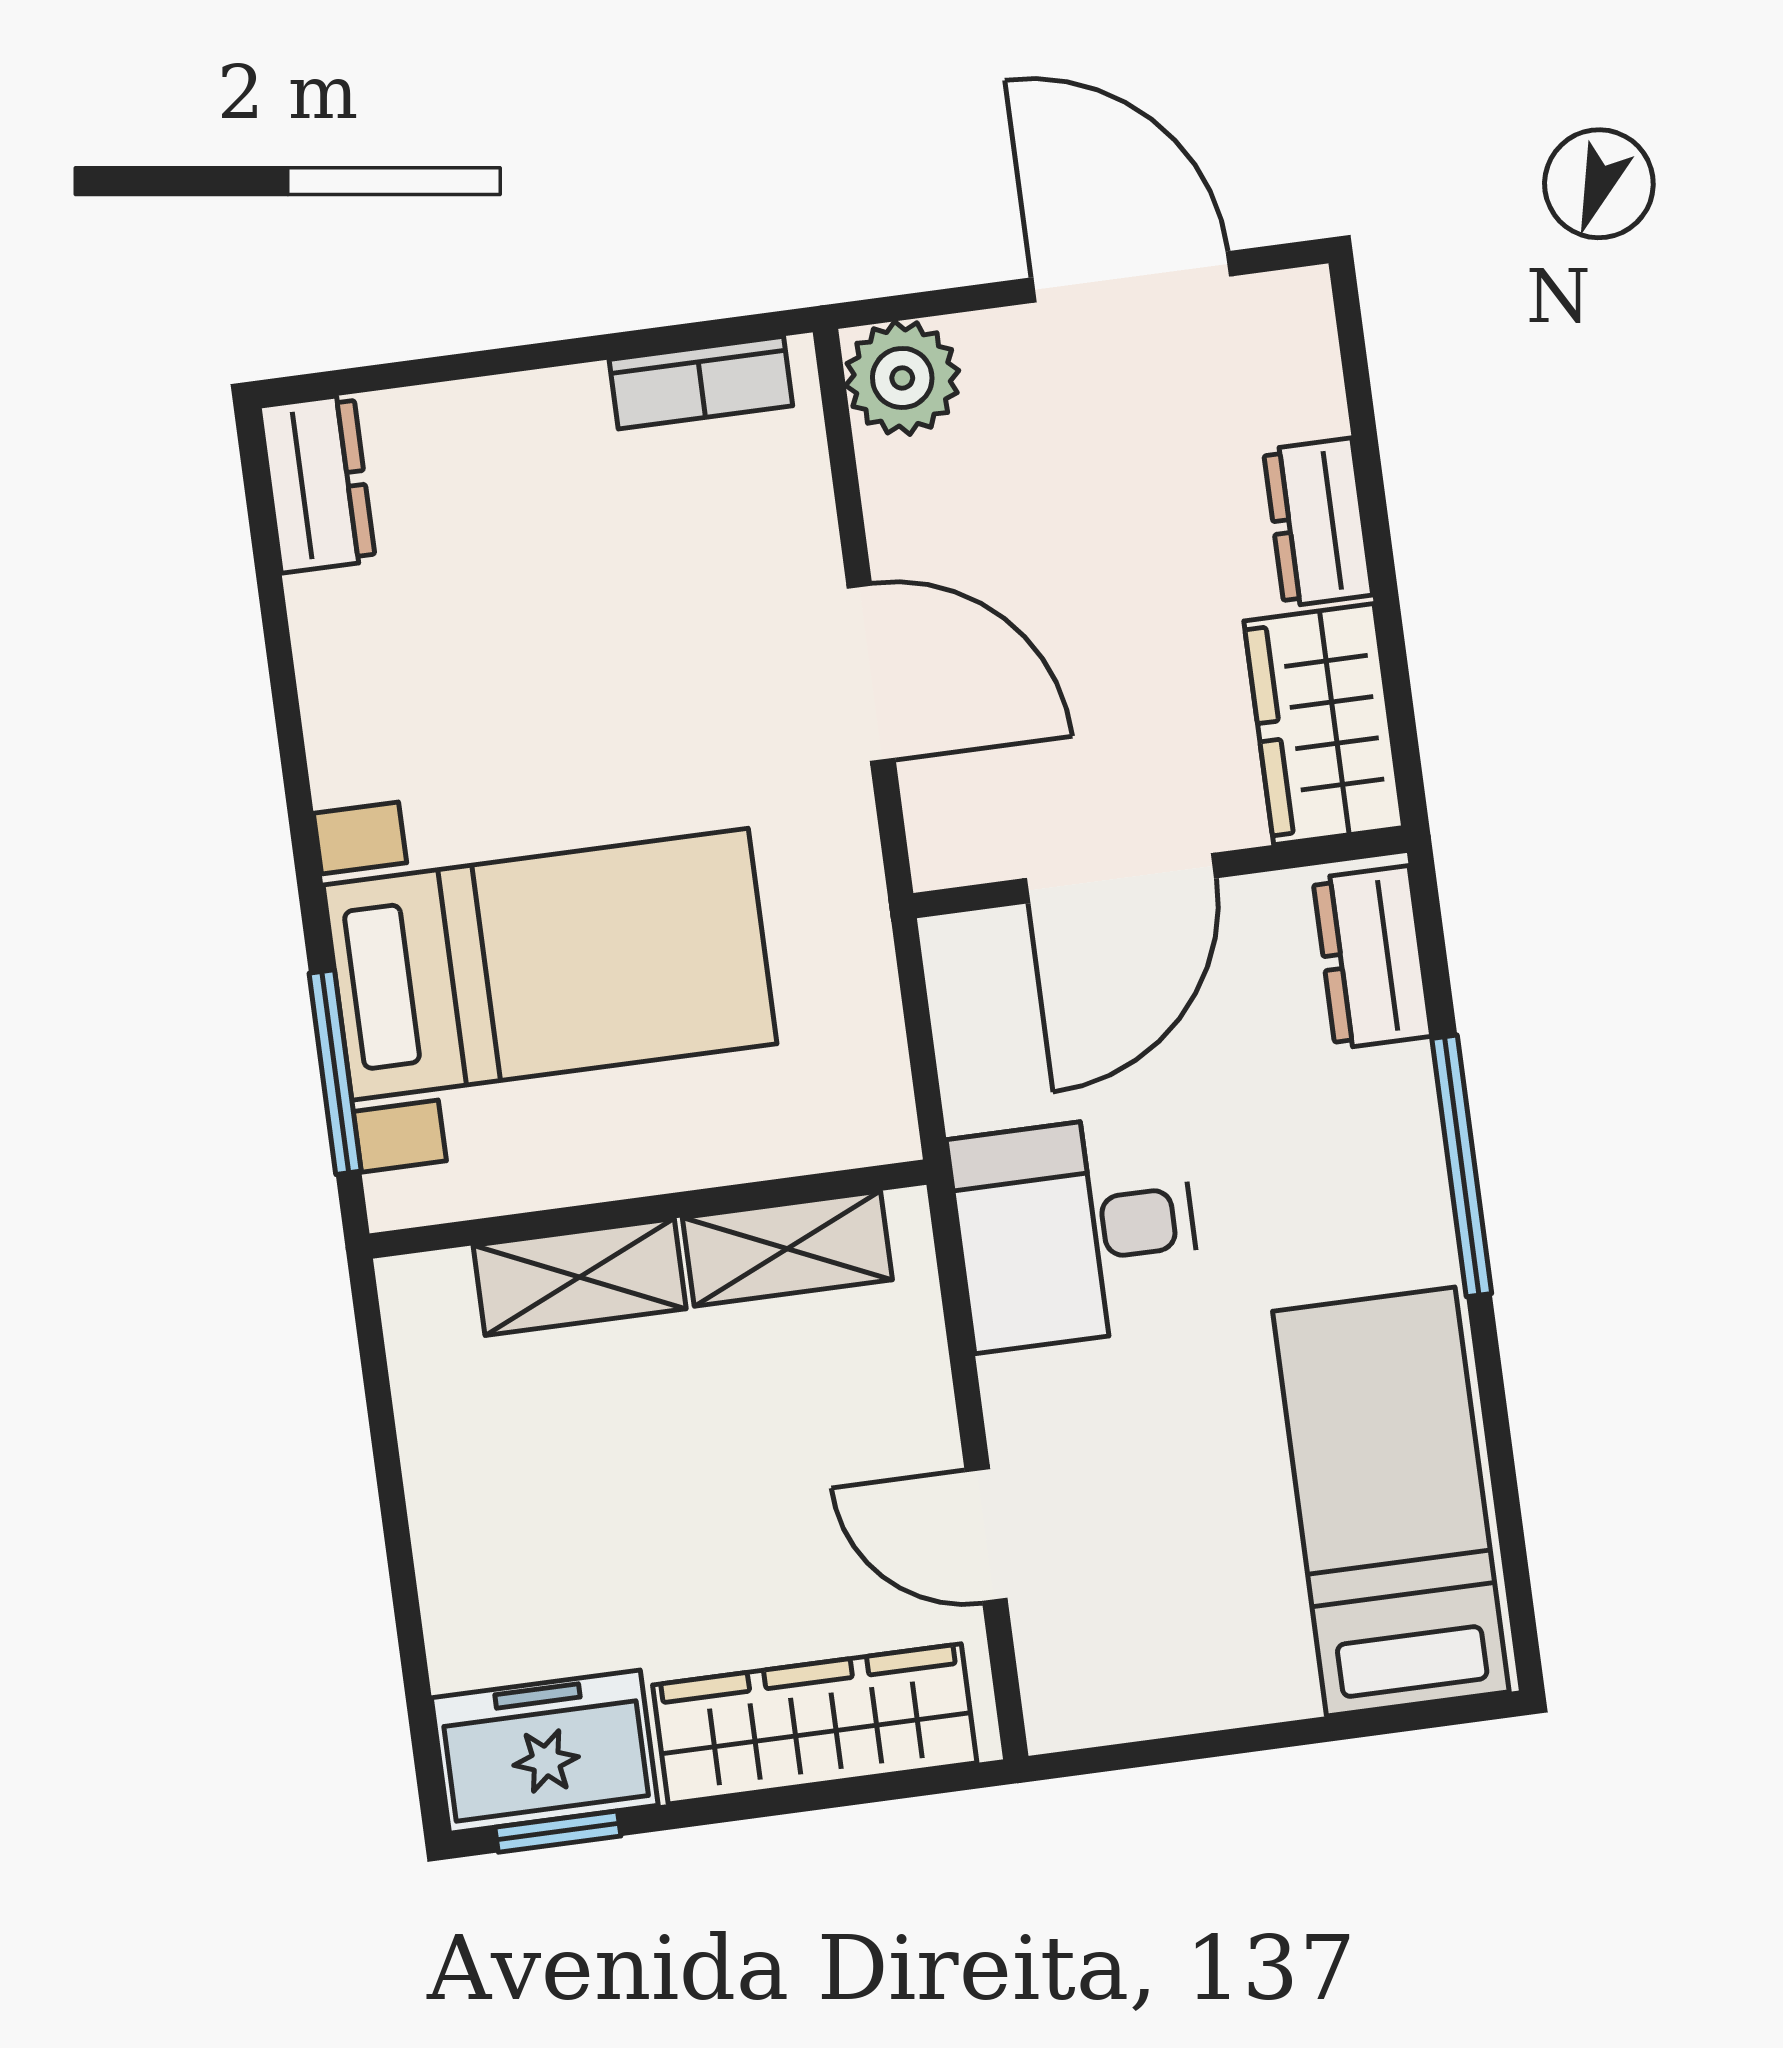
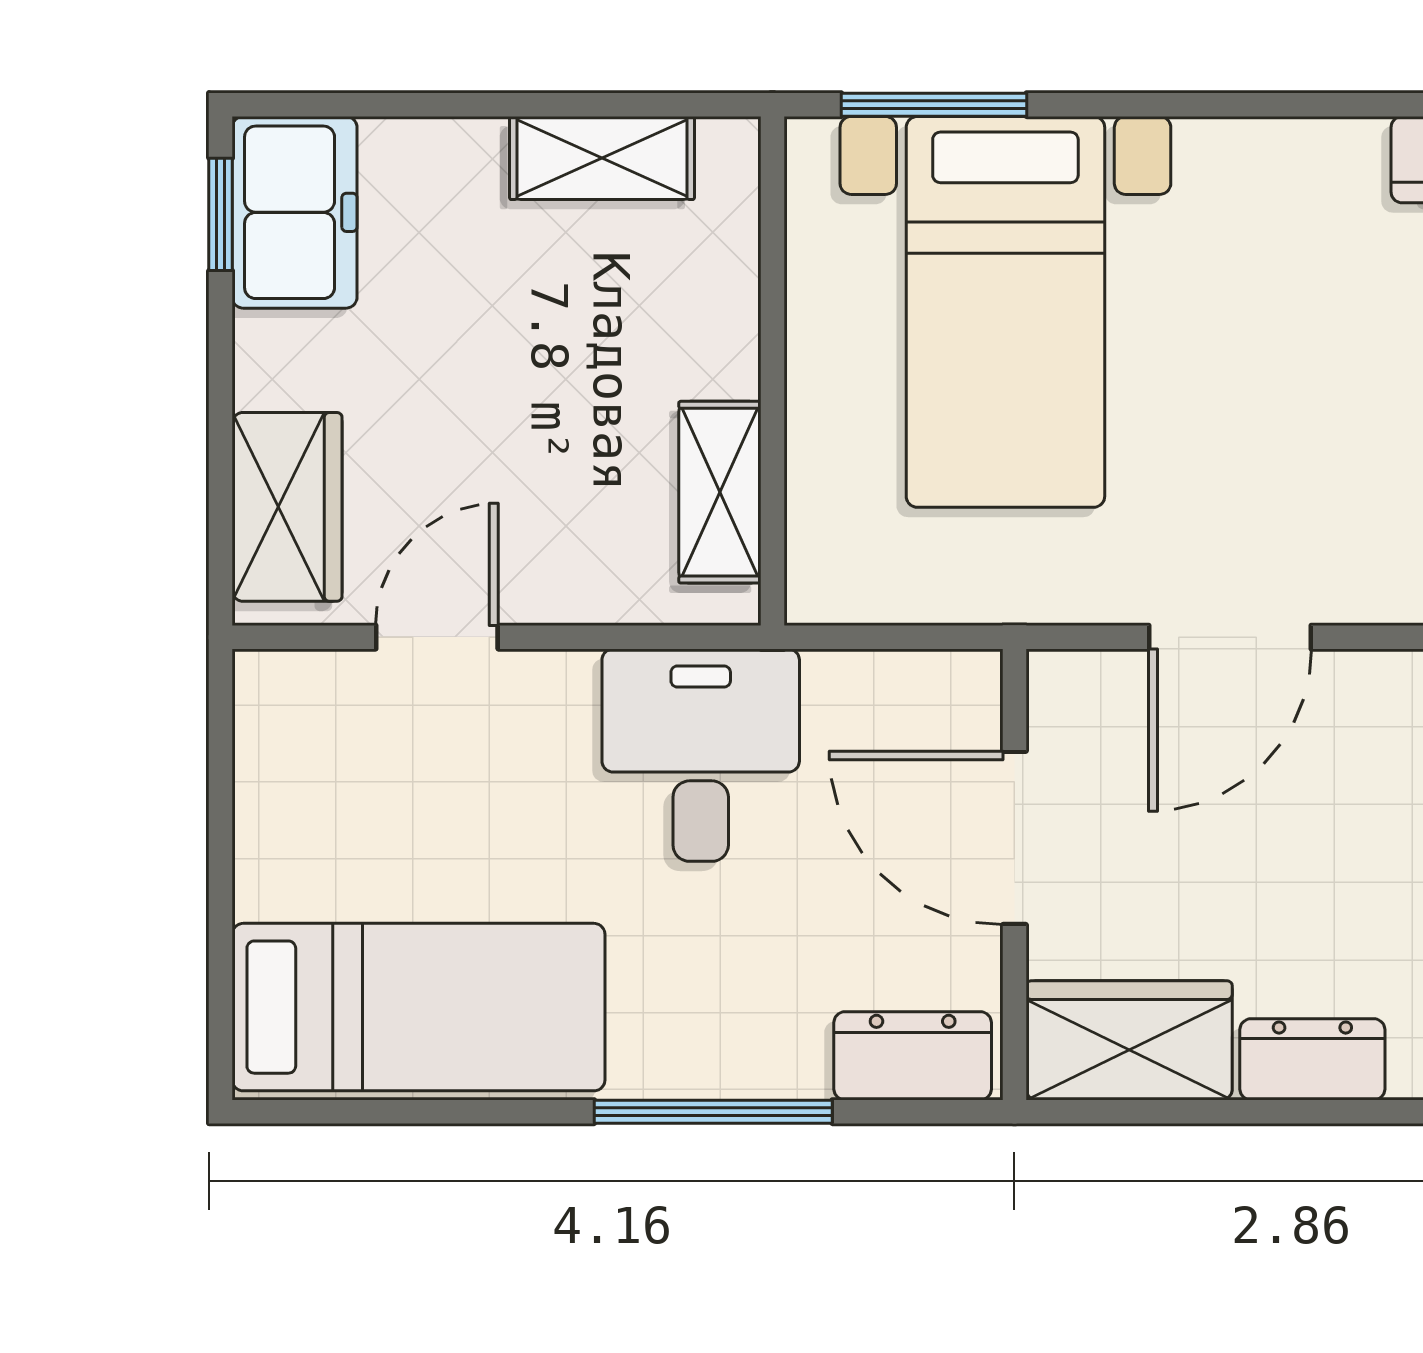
shelving: (580, 1277) -> (602, 158), moved, turned 90
wardrobe: (815, 1724) -> (287, 507), width x0.67

